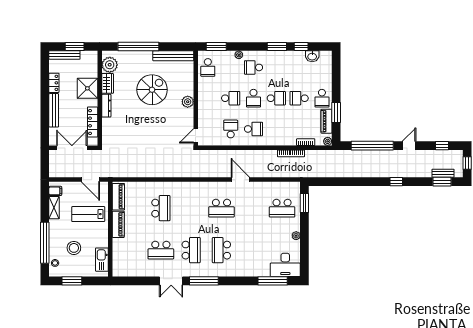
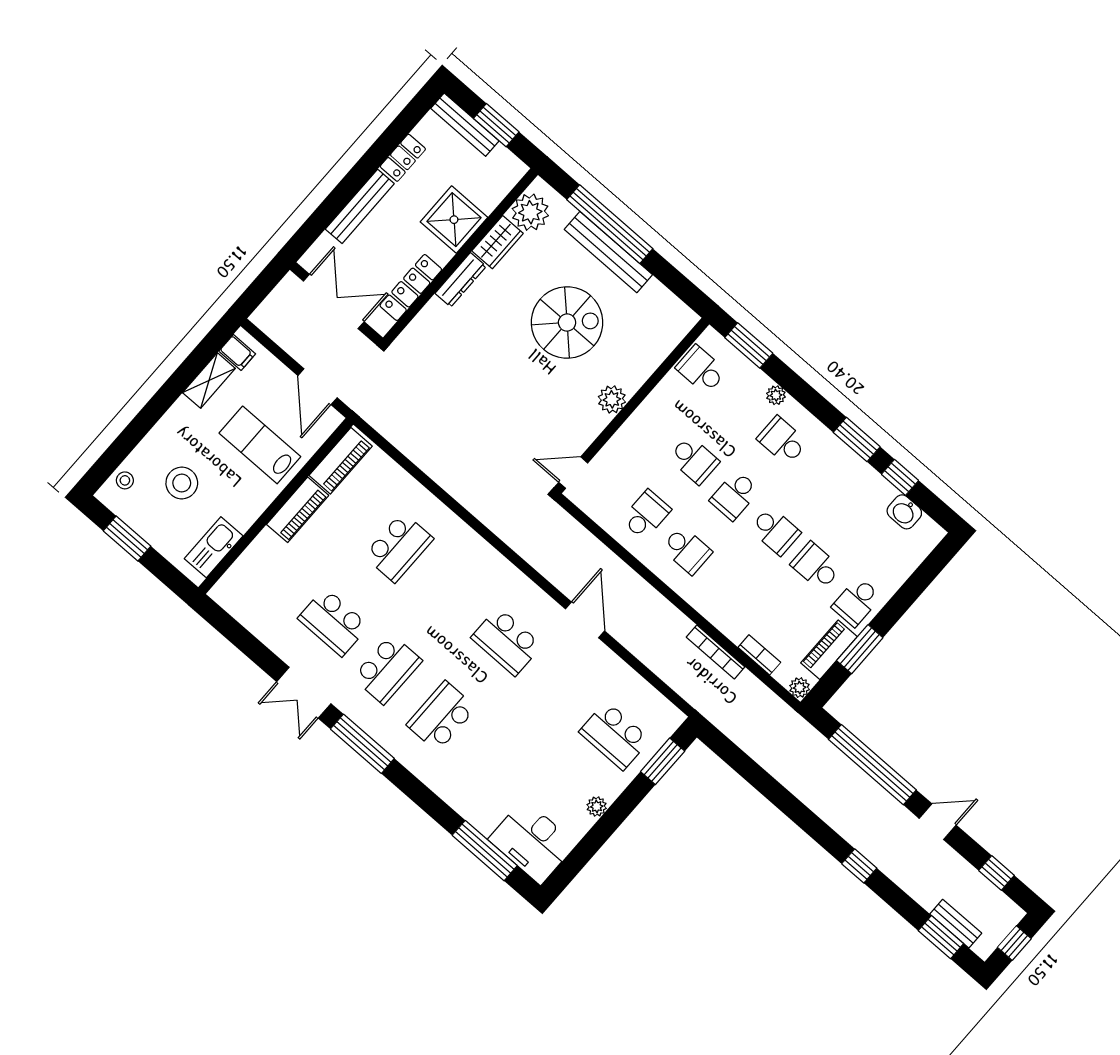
bench: (173, 56) -> (608, 252), moved
school desk: (208, 67) -> (701, 370), turned 90
window: (45, 243) -> (138, 428), removed

